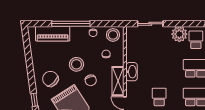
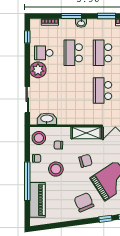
stool: (76, 64) -> (56, 169), moved
washbasin: (132, 72) -> (47, 119), moved
chair: (50, 79) -> (84, 202), turned 112
school desk: (159, 97) -> (102, 91), width x1.85

